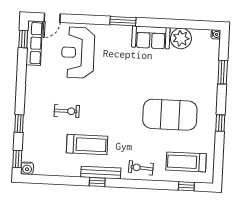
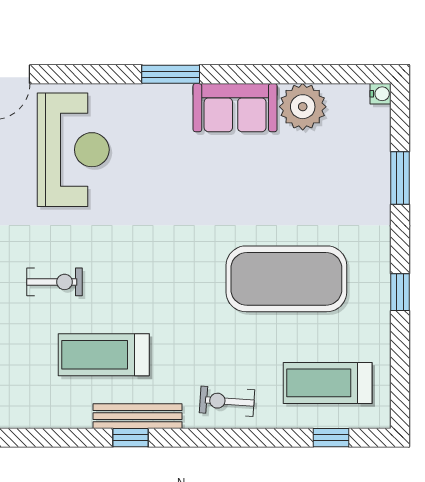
reception desk: (78, 53) -> (73, 150), turned 180
treadmill: (87, 145) -> (104, 355), turned 180

